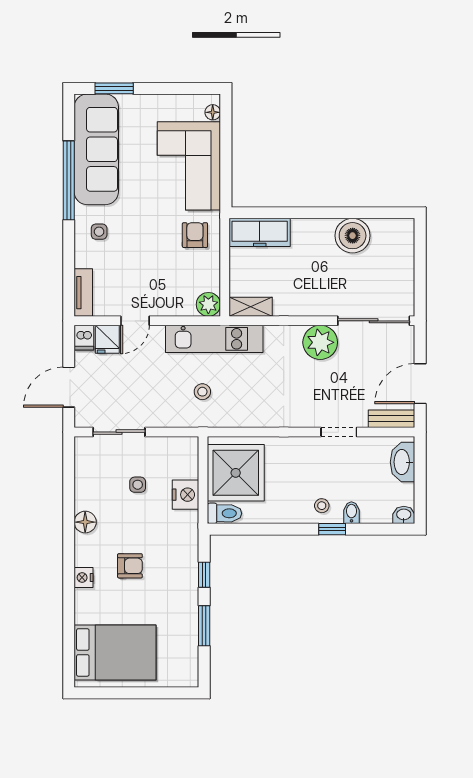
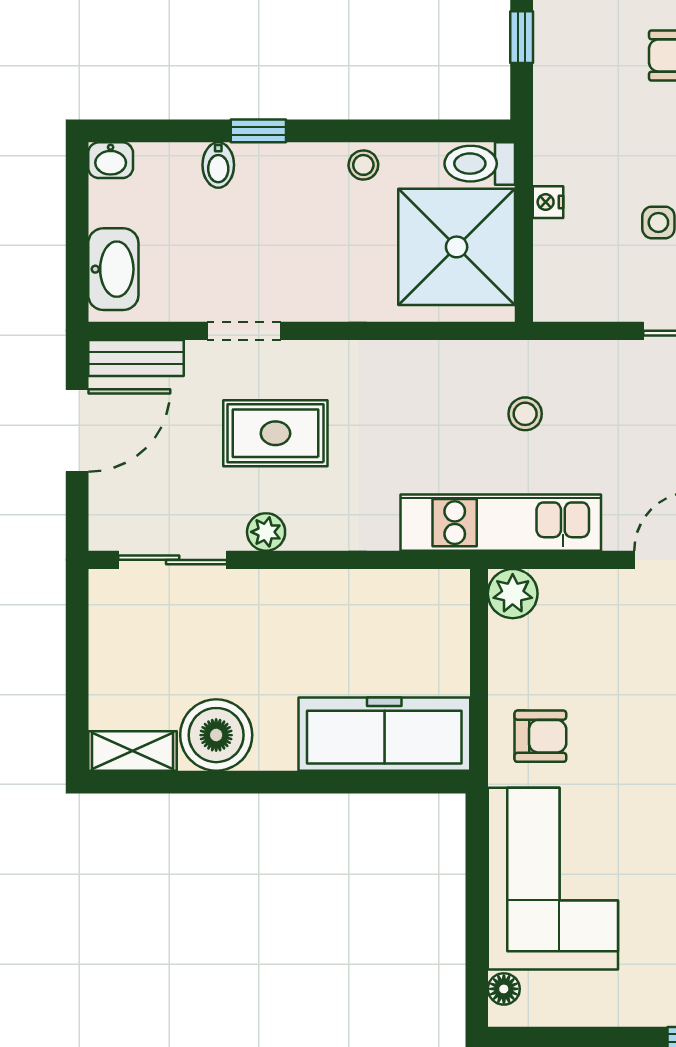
freezer: (260, 232) -> (384, 734), width x1.36, depth x1.26
armchair: (195, 235) -> (540, 736), turned -90
shelving: (251, 307) -> (132, 751), moved
sliding door: (374, 321) -> (173, 560), width x0.73
plant: (320, 342) -> (266, 532), width x0.53, depth x0.53
rug: (324, 382) -> (275, 433), added
nightstand: (185, 495) -> (548, 202), width x0.53, depth x0.56
stool: (322, 506) -> (363, 165), moved

